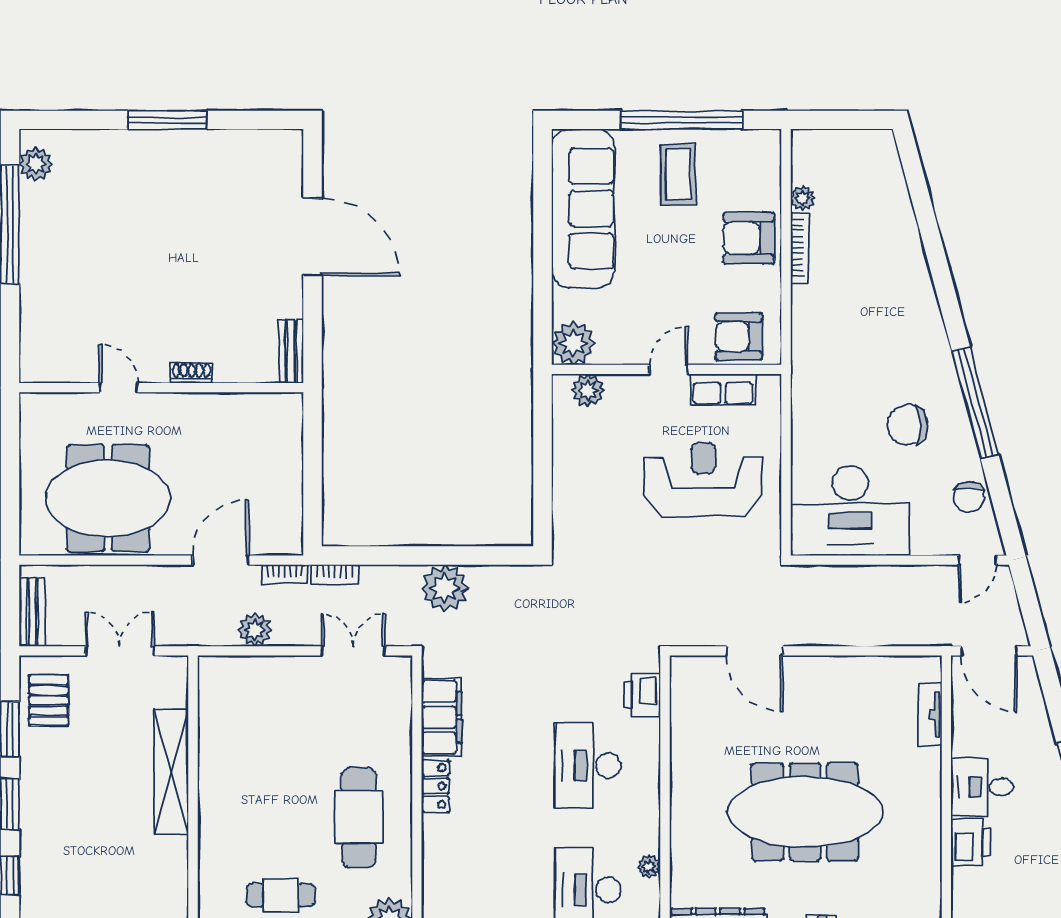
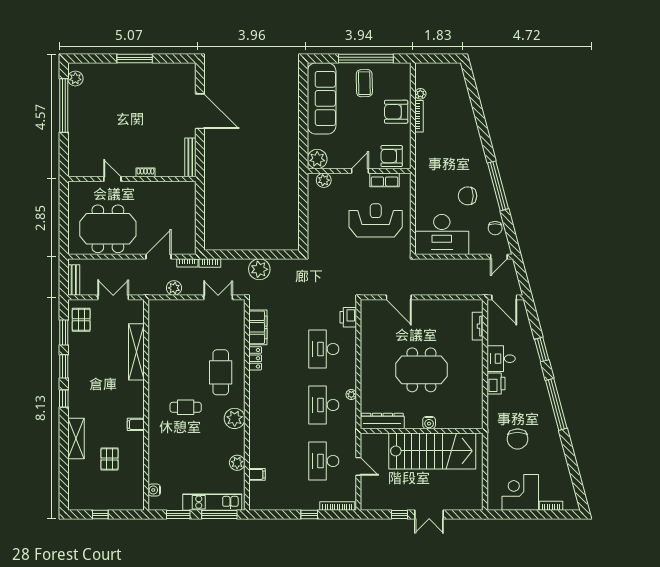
bench: (291, 351) -> (190, 157), width x1.36
meeting table: (805, 812) -> (421, 370), width x0.73

